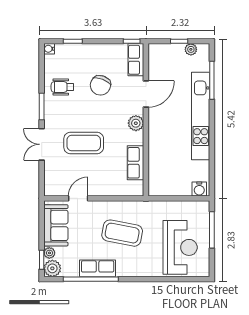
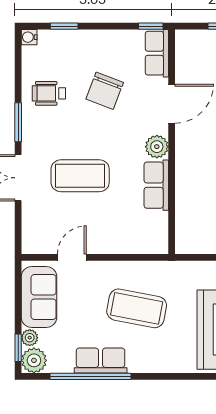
row of seats: (135, 163) -> (156, 185), moved

